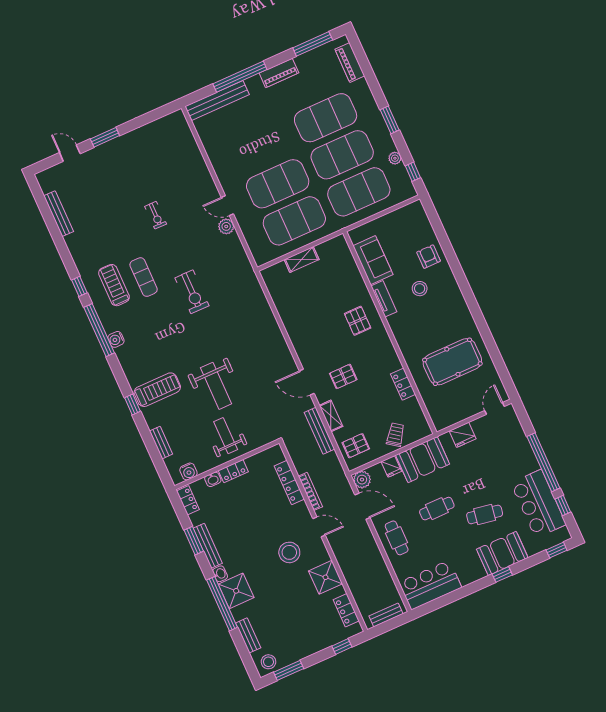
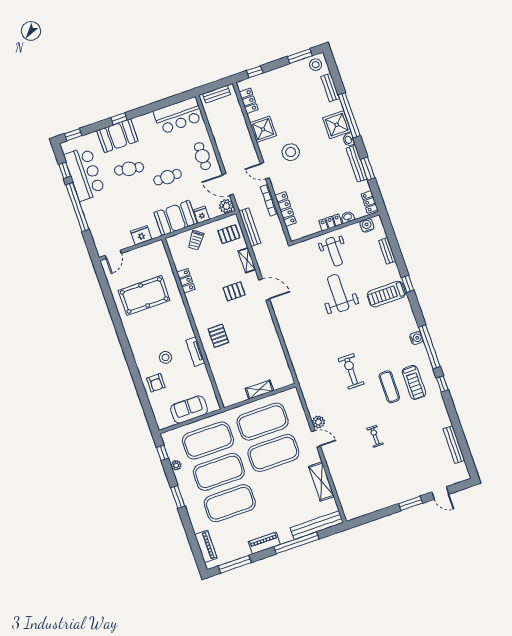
shelving: (216, 154) -> (321, 481), added
sofa: (373, 260) -> (189, 409), moved, turned 90
bench: (319, 431) -> (250, 227), moved

